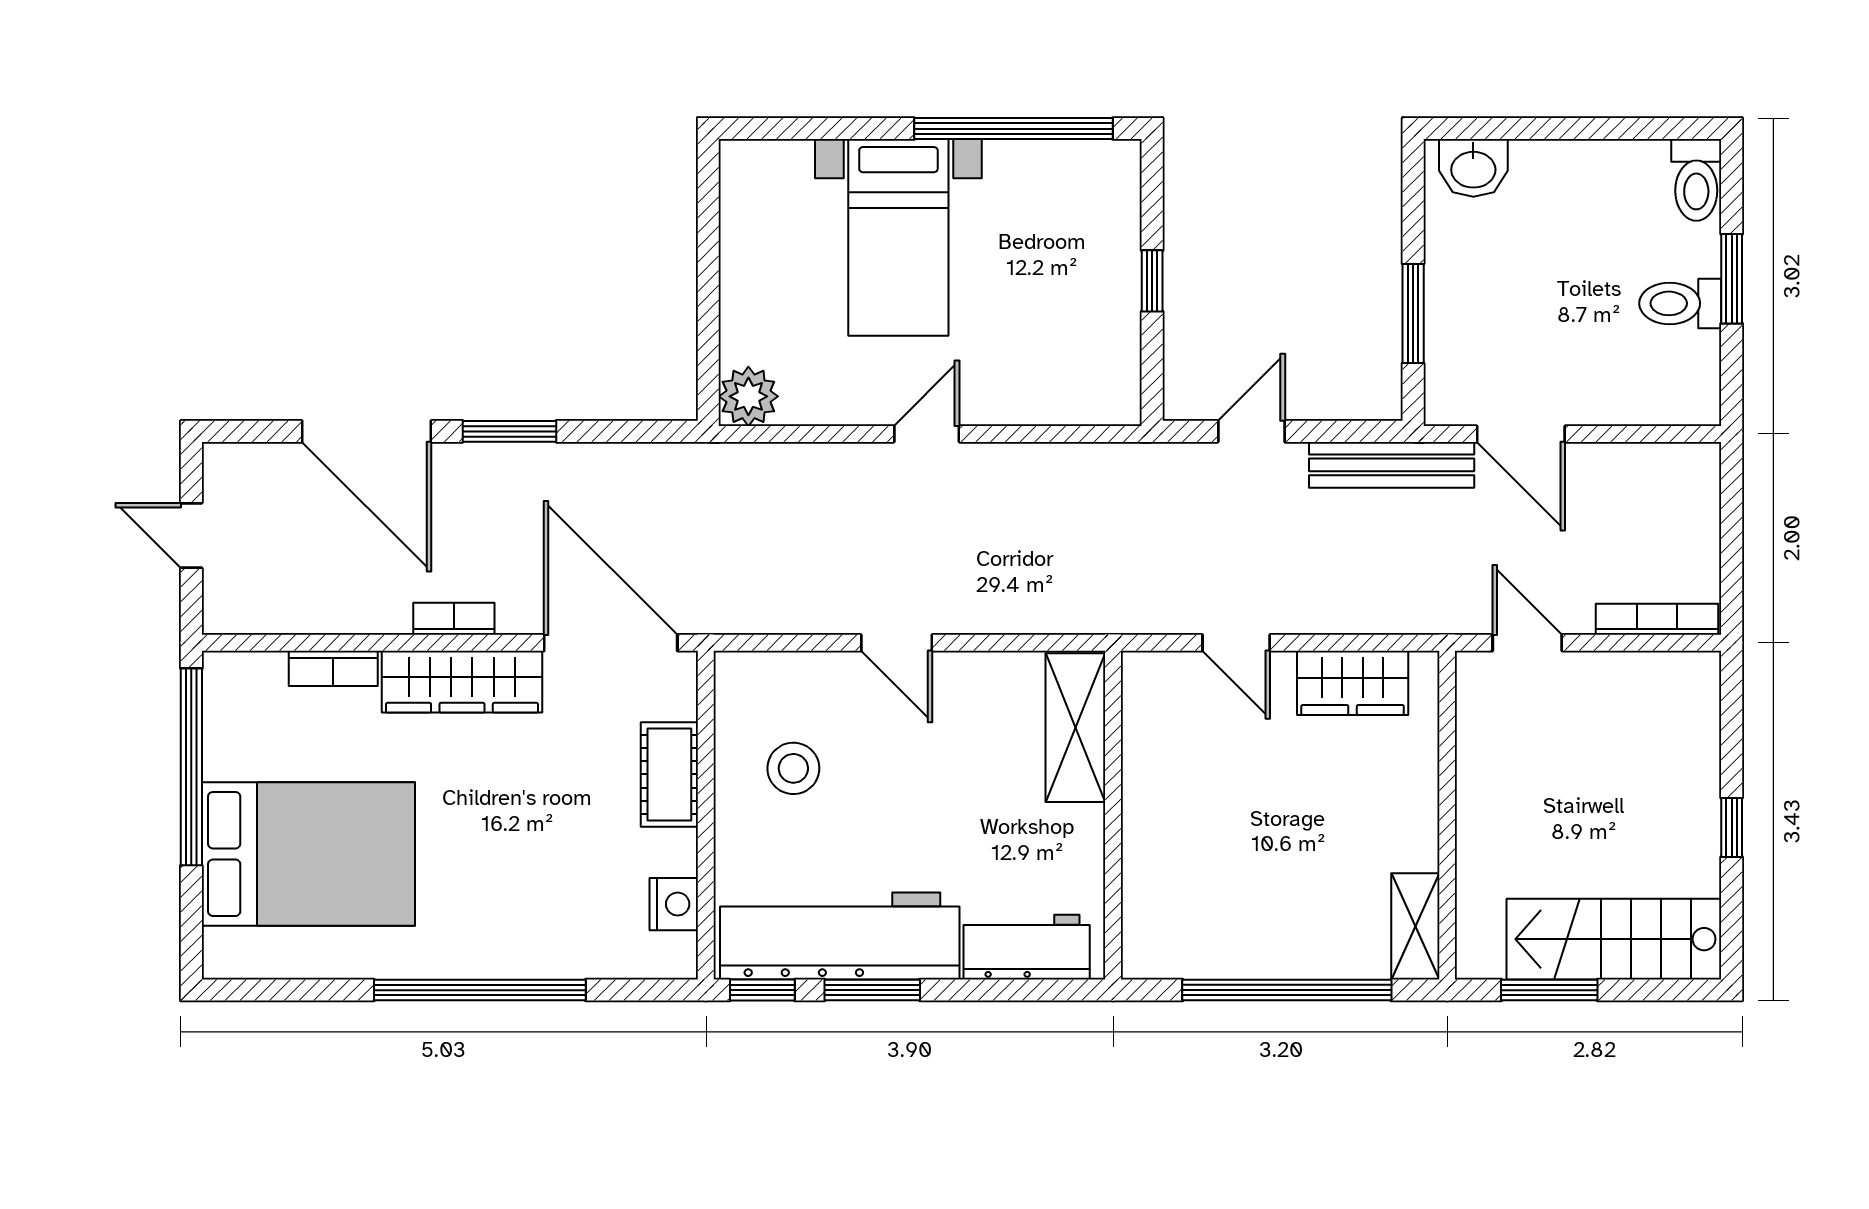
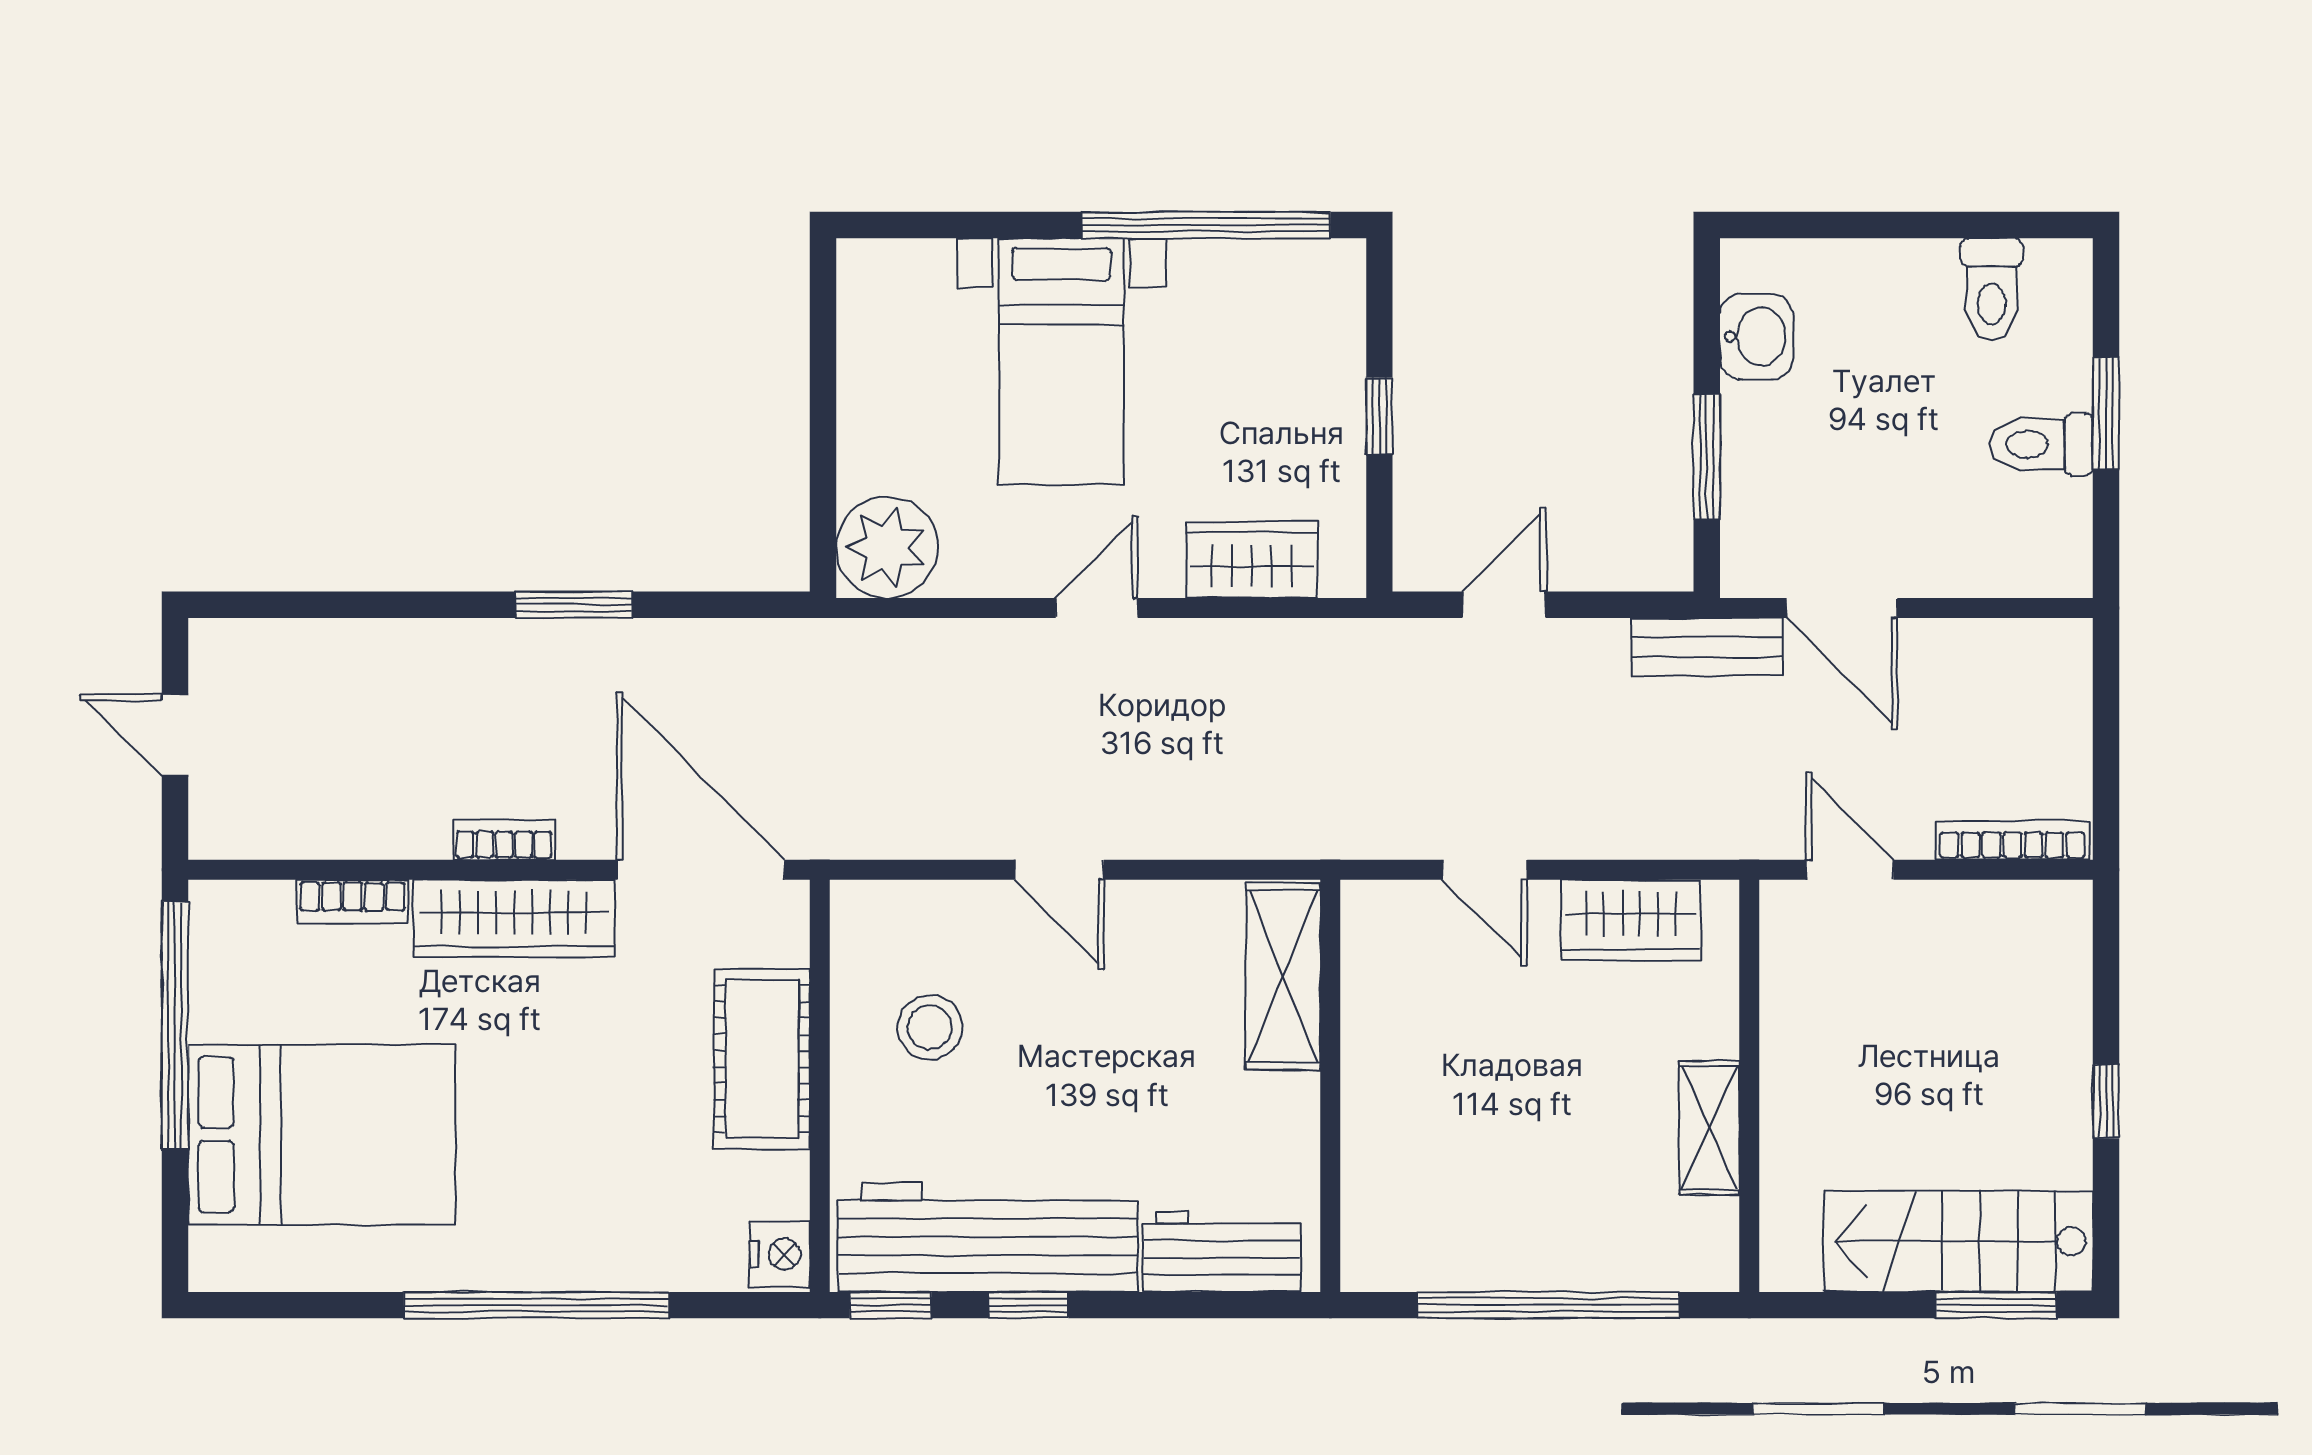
washbasin: (1473, 168) -> (1756, 337), moved, turned -90
toilet: (1696, 180) -> (1992, 290), moved
plant: (748, 396) -> (887, 547), width x1.36, depth x1.36
wardrobe: (1051, 396) -> (1252, 560), added
door: (367, 431) -> (395, 605), removed
bench: (1392, 465) -> (1707, 647), width x0.73
cot: (669, 774) -> (762, 1059), width x1.37, depth x1.34
nightstand: (674, 904) -> (780, 1254), moved
shelving: (1415, 926) -> (1709, 1128), moved
window: (872, 990) -> (1029, 1305), width x0.67
window: (1549, 990) -> (1996, 1305), moved

